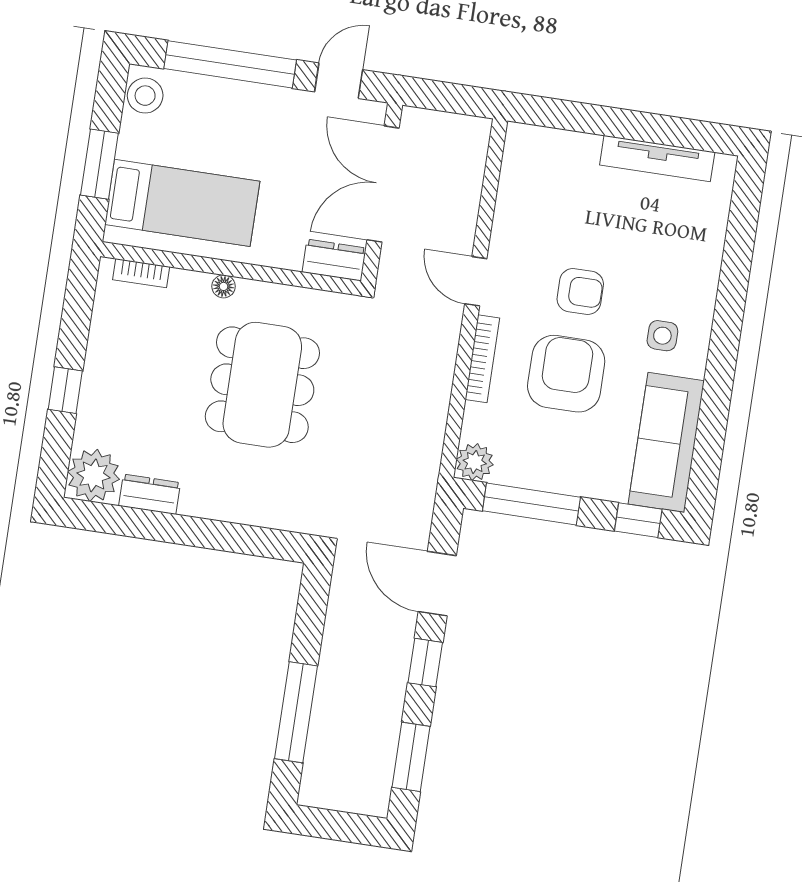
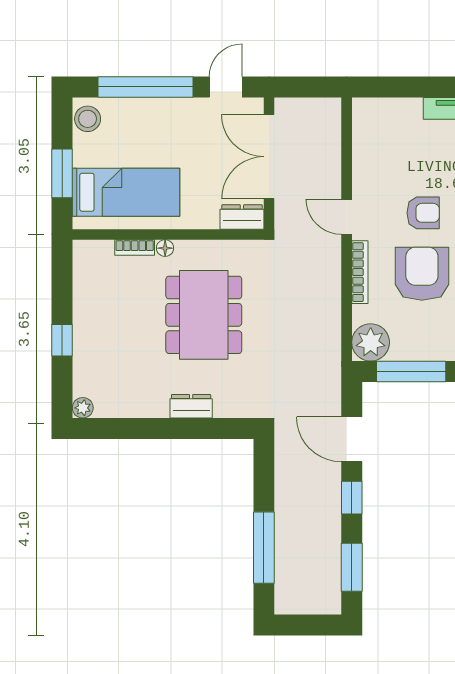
bookcase: (141, 273) -> (135, 248), moved
plant: (475, 462) -> (371, 342), width x1.36, depth x1.36
plant: (94, 475) -> (83, 408), width x0.53, depth x0.53
dresser: (150, 494) -> (191, 406), moved

